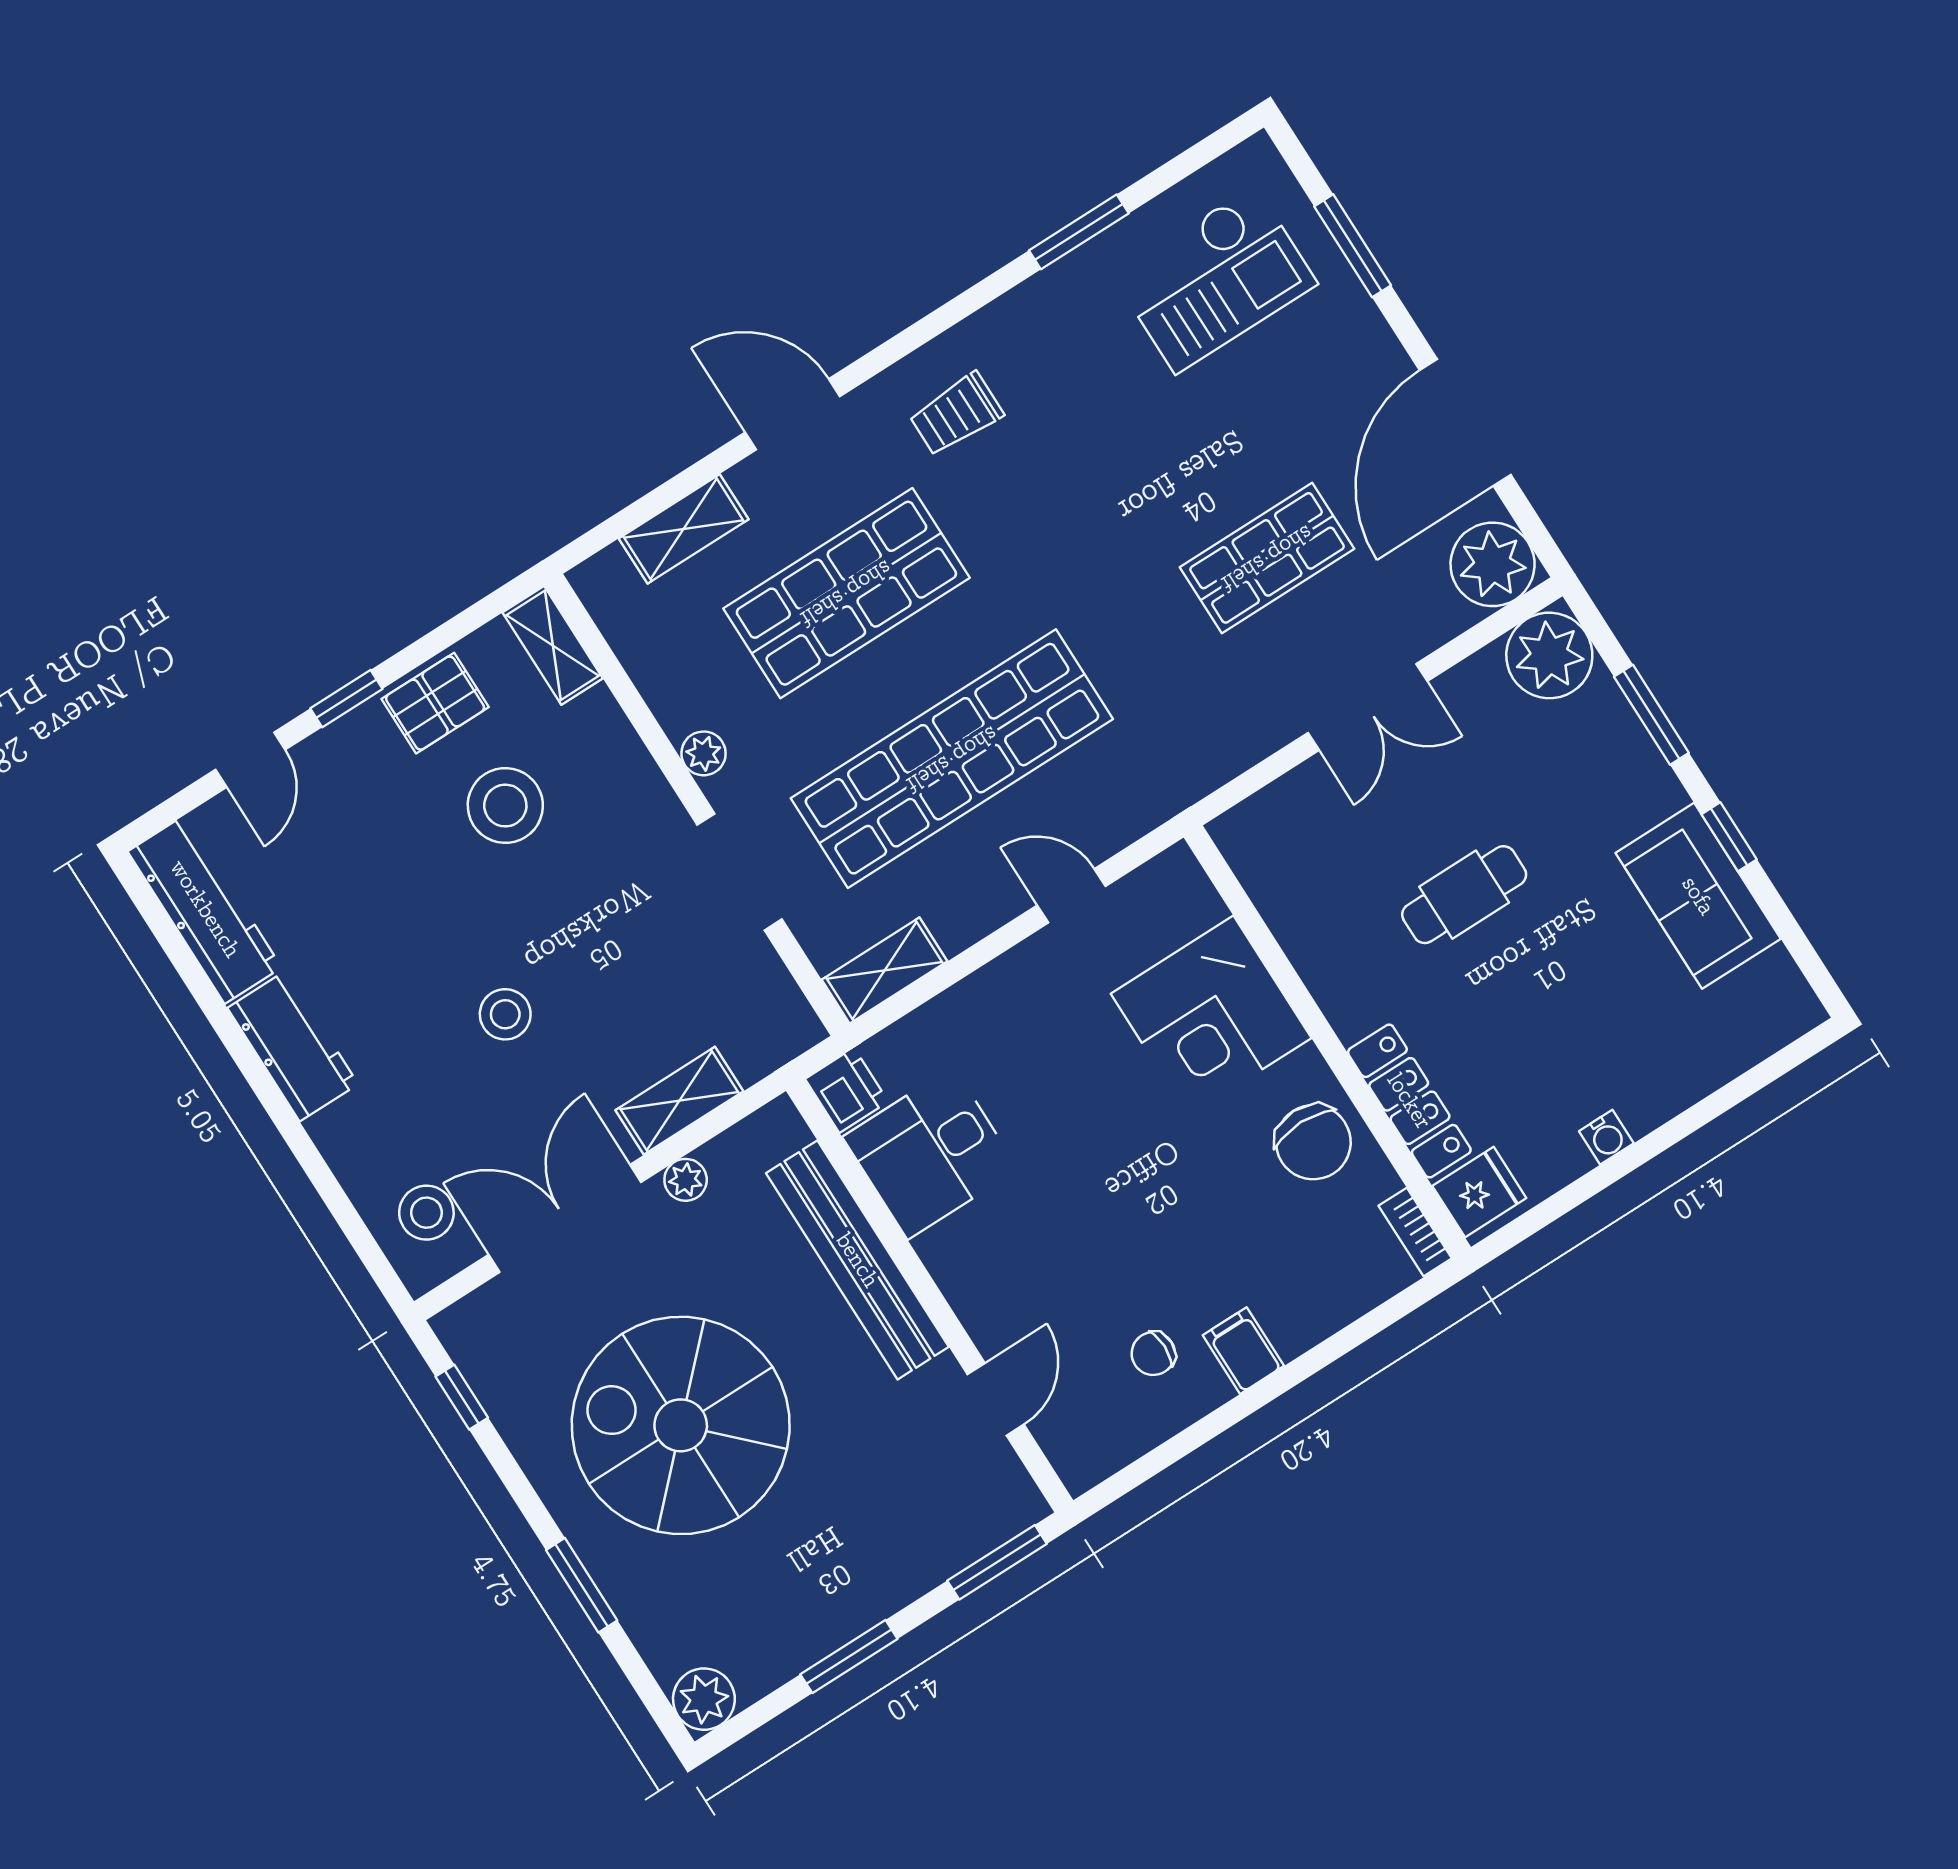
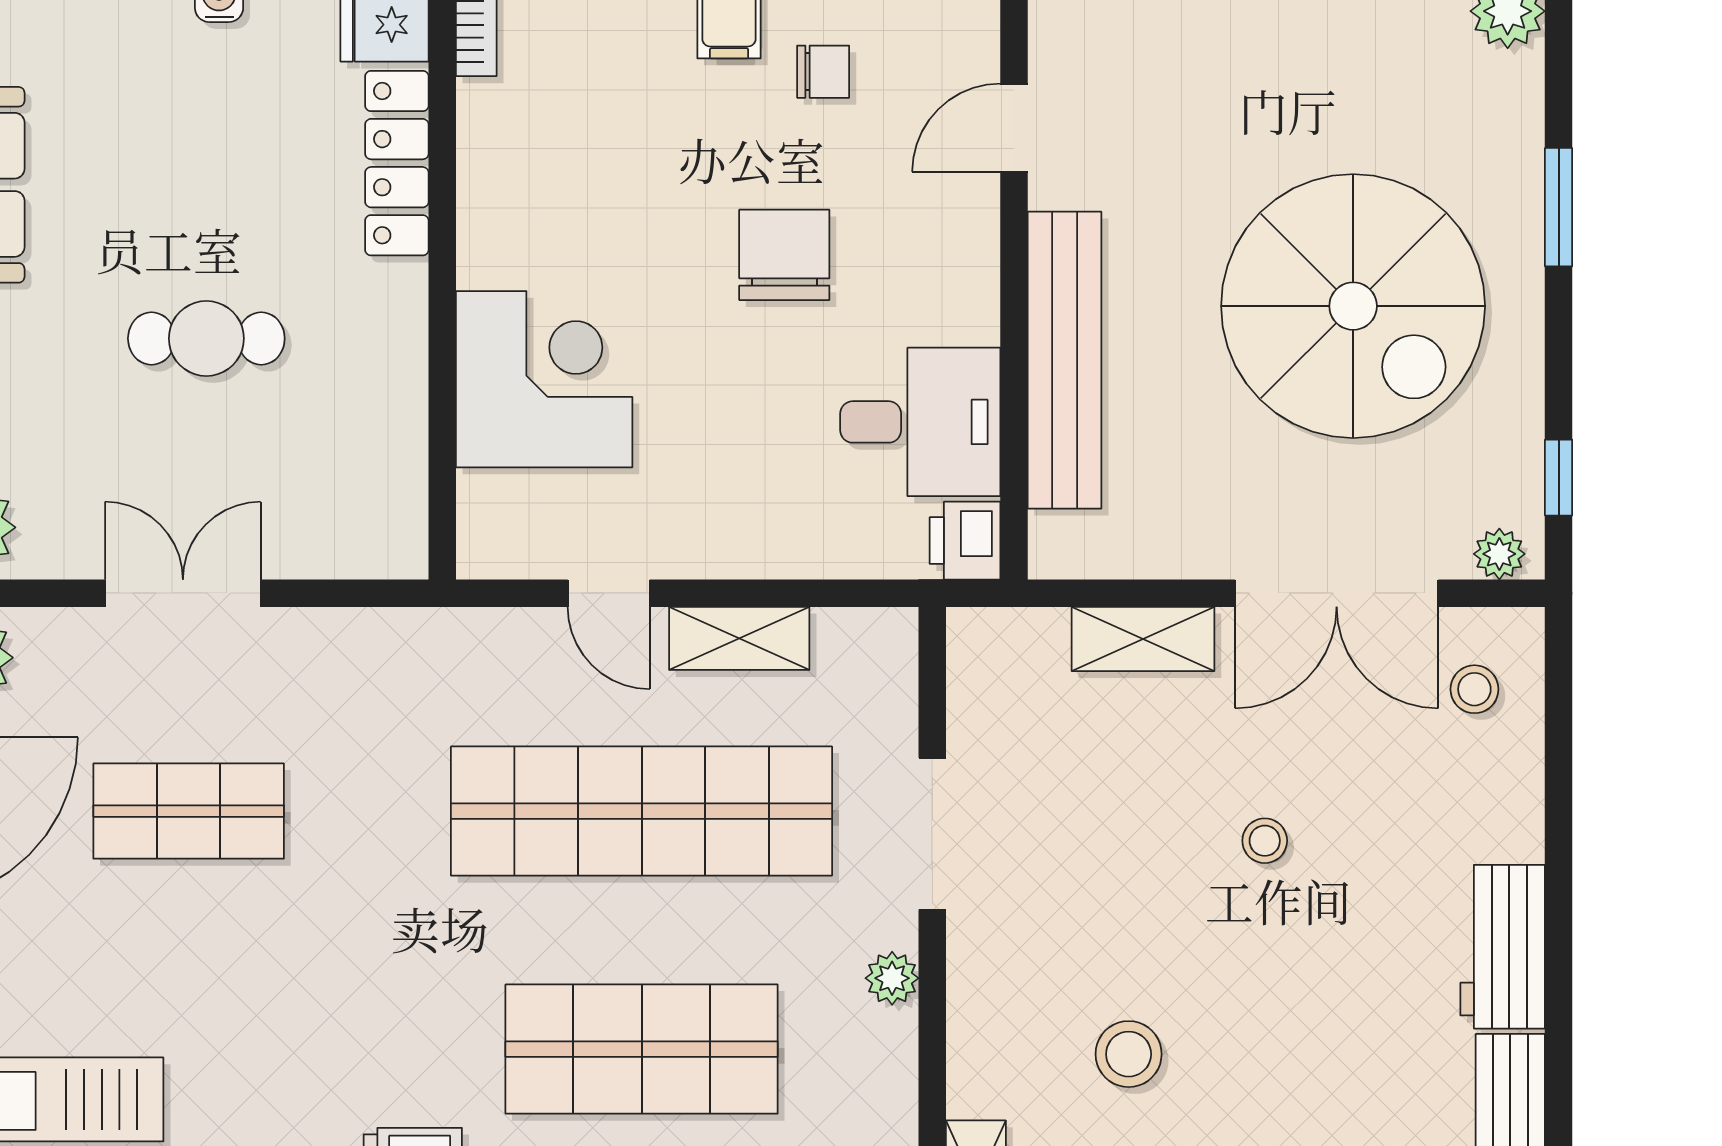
stool: (505, 806) -> (1129, 1054), width x0.73, depth x0.73
shelving: (884, 971) -> (739, 638), moved
stool: (505, 1014) -> (1265, 841), width x0.73, depth x0.73
chair: (1313, 1142) -> (784, 255), moved
plant: (686, 1180) -> (1499, 554), moved
stool: (426, 1213) -> (1474, 689), width x0.73, depth x0.73

